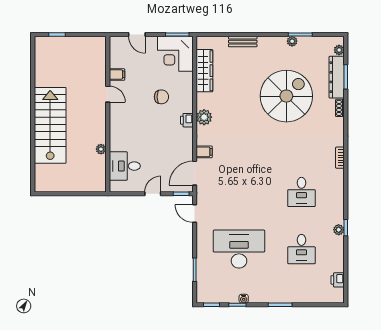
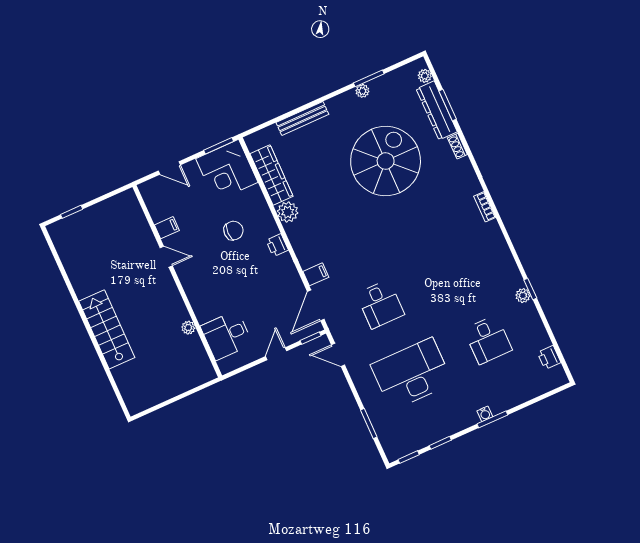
bench: (243, 42) -> (302, 118), width x1.36
plant: (204, 117) -> (288, 212), moved
stairs: (50, 125) -> (107, 329), width x0.73, depth x0.66
desk: (301, 192) -> (380, 304), moved
water cooler: (244, 299) -> (485, 414), moved

